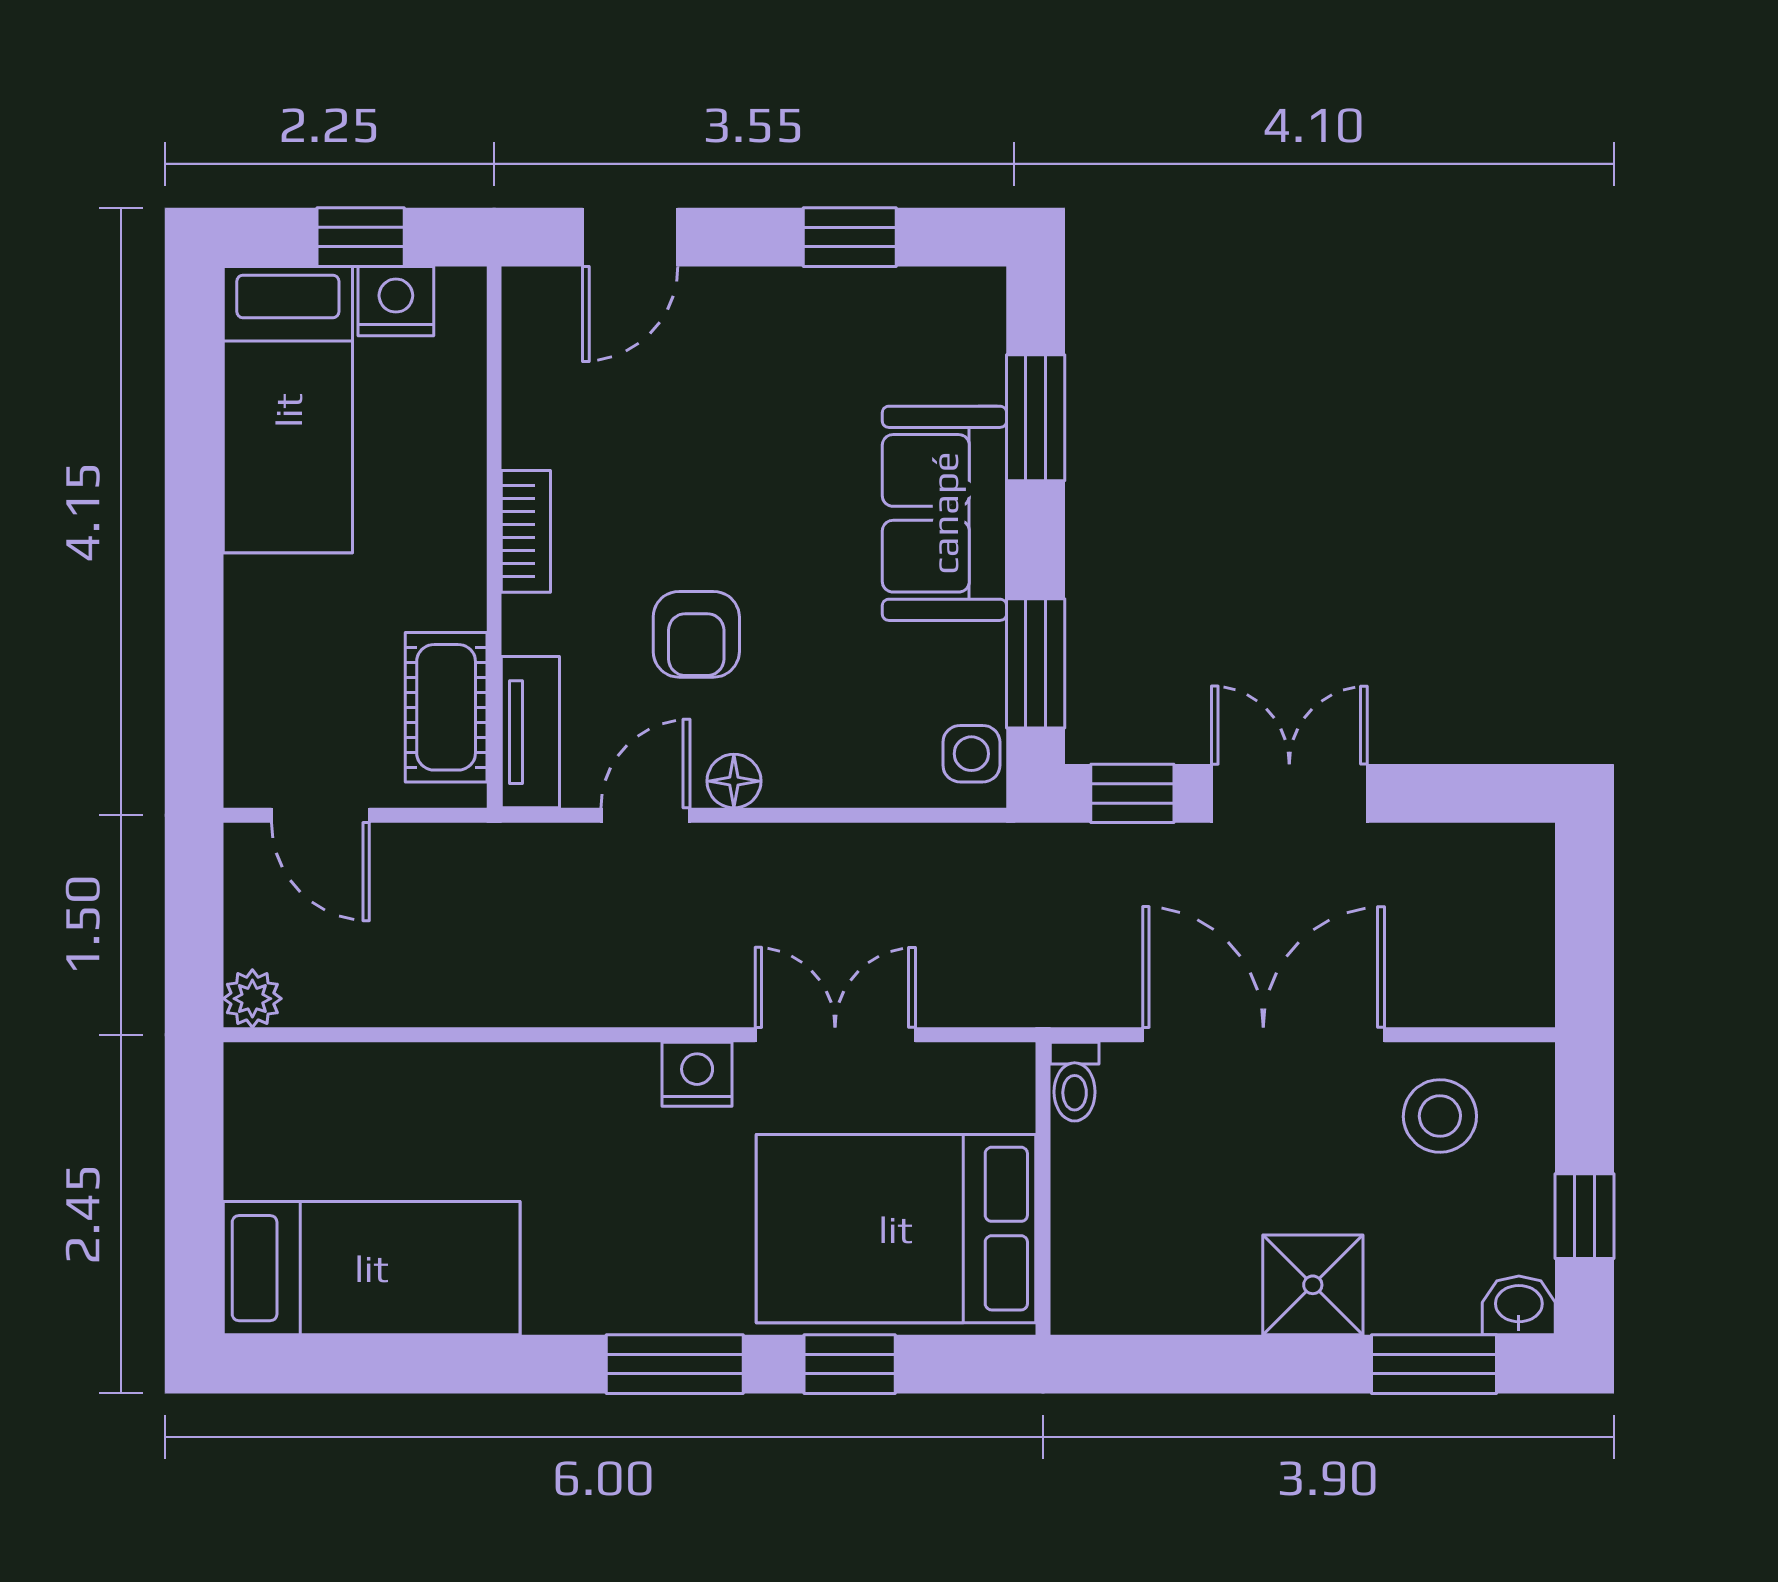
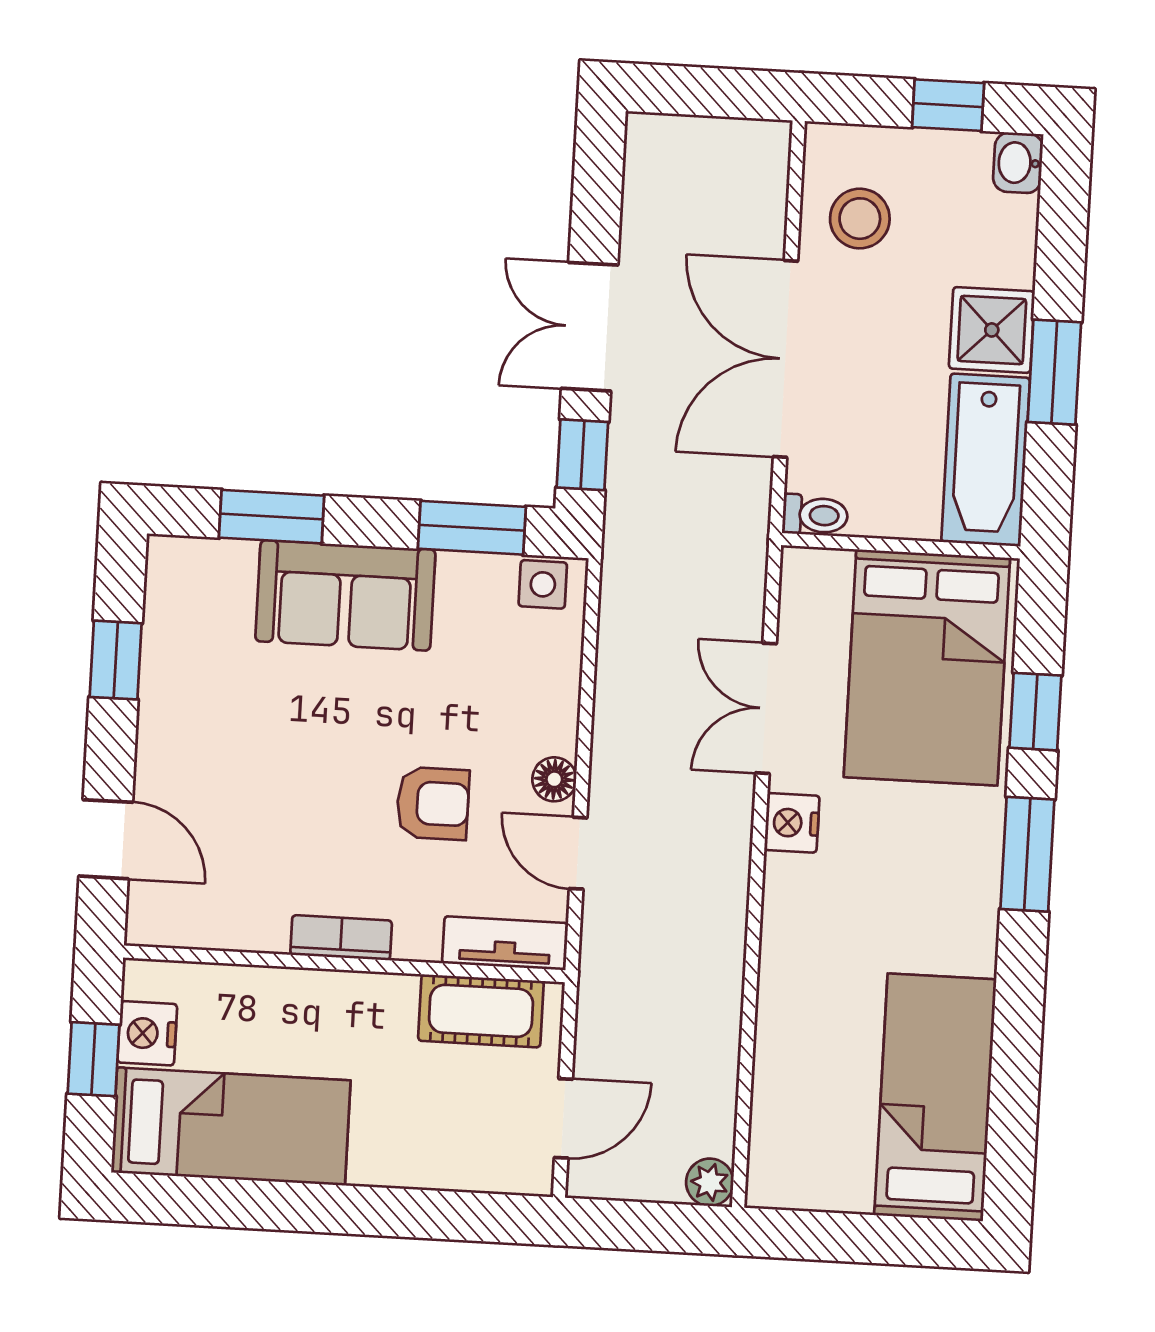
bathtub: (1154, 1286) -> (986, 460), added
window: (1434, 1364) -> (1054, 372), moved

